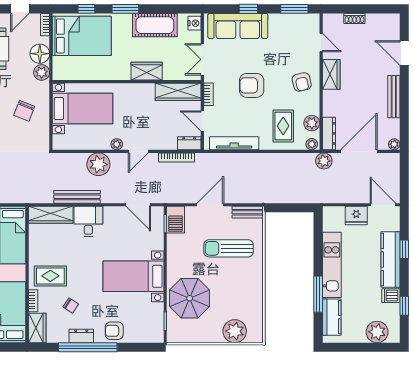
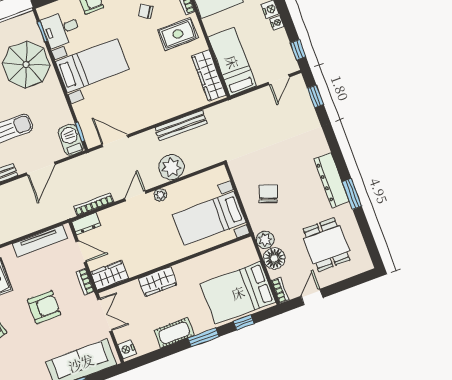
cot: (155, 25) -> (174, 333), width x0.73, depth x0.75
wardrobe: (178, 92) -> (109, 275), width x0.67
wardrobe: (51, 215) -> (209, 76), moved, turned -90
desk: (88, 222) -> (61, 29), moved, turned 90

